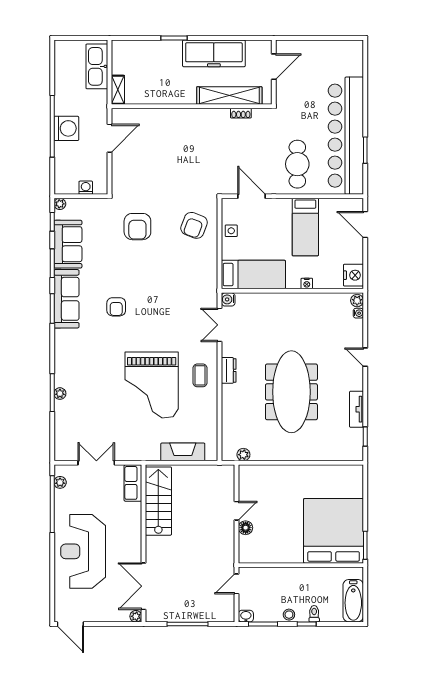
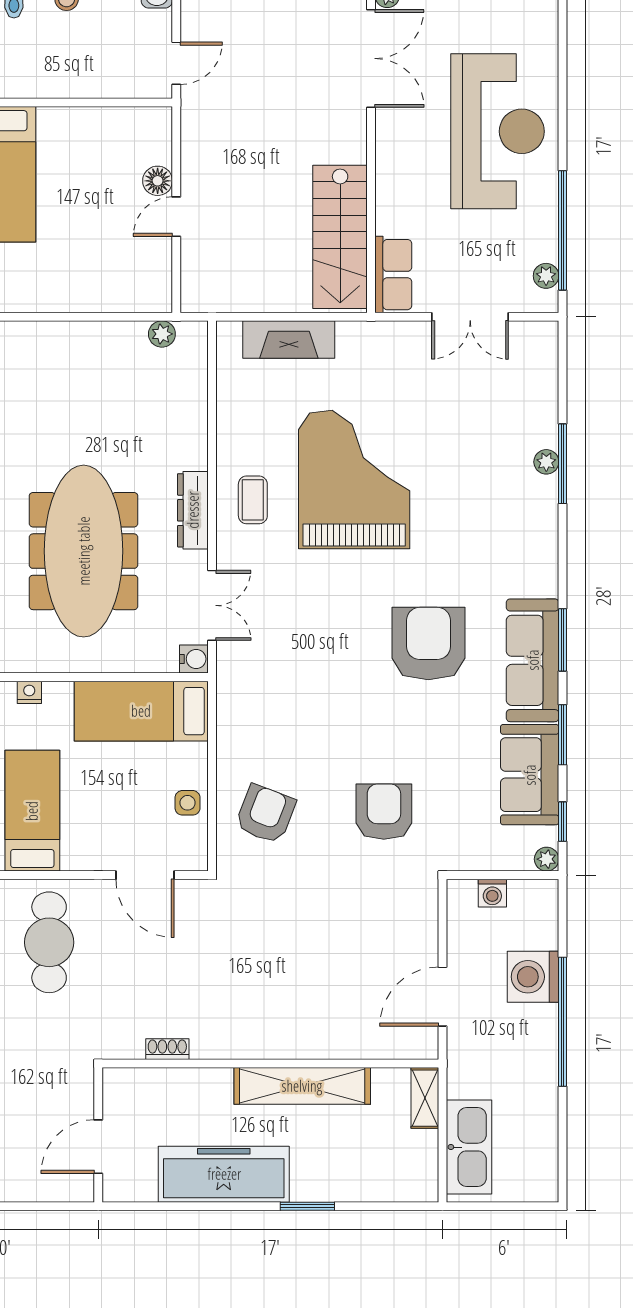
shelving: (229, 96) -> (302, 1086), moved
washing machine: (66, 128) -> (533, 977), moved
armchair: (116, 307) -> (428, 644), width x1.88, depth x1.88
dresser: (229, 370) -> (193, 510), width x1.44
meeting table: (291, 392) -> (84, 551), moved

